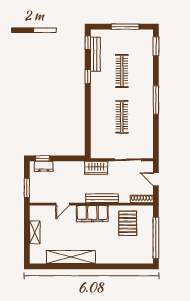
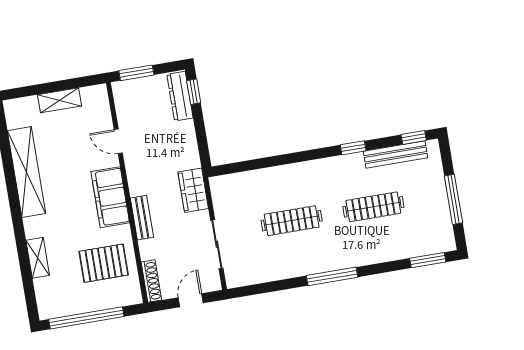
dresser: (44, 166) -> (180, 96), width x1.44
bench: (102, 198) -> (142, 218), width x0.73
shelving: (119, 259) -> (38, 258), added

